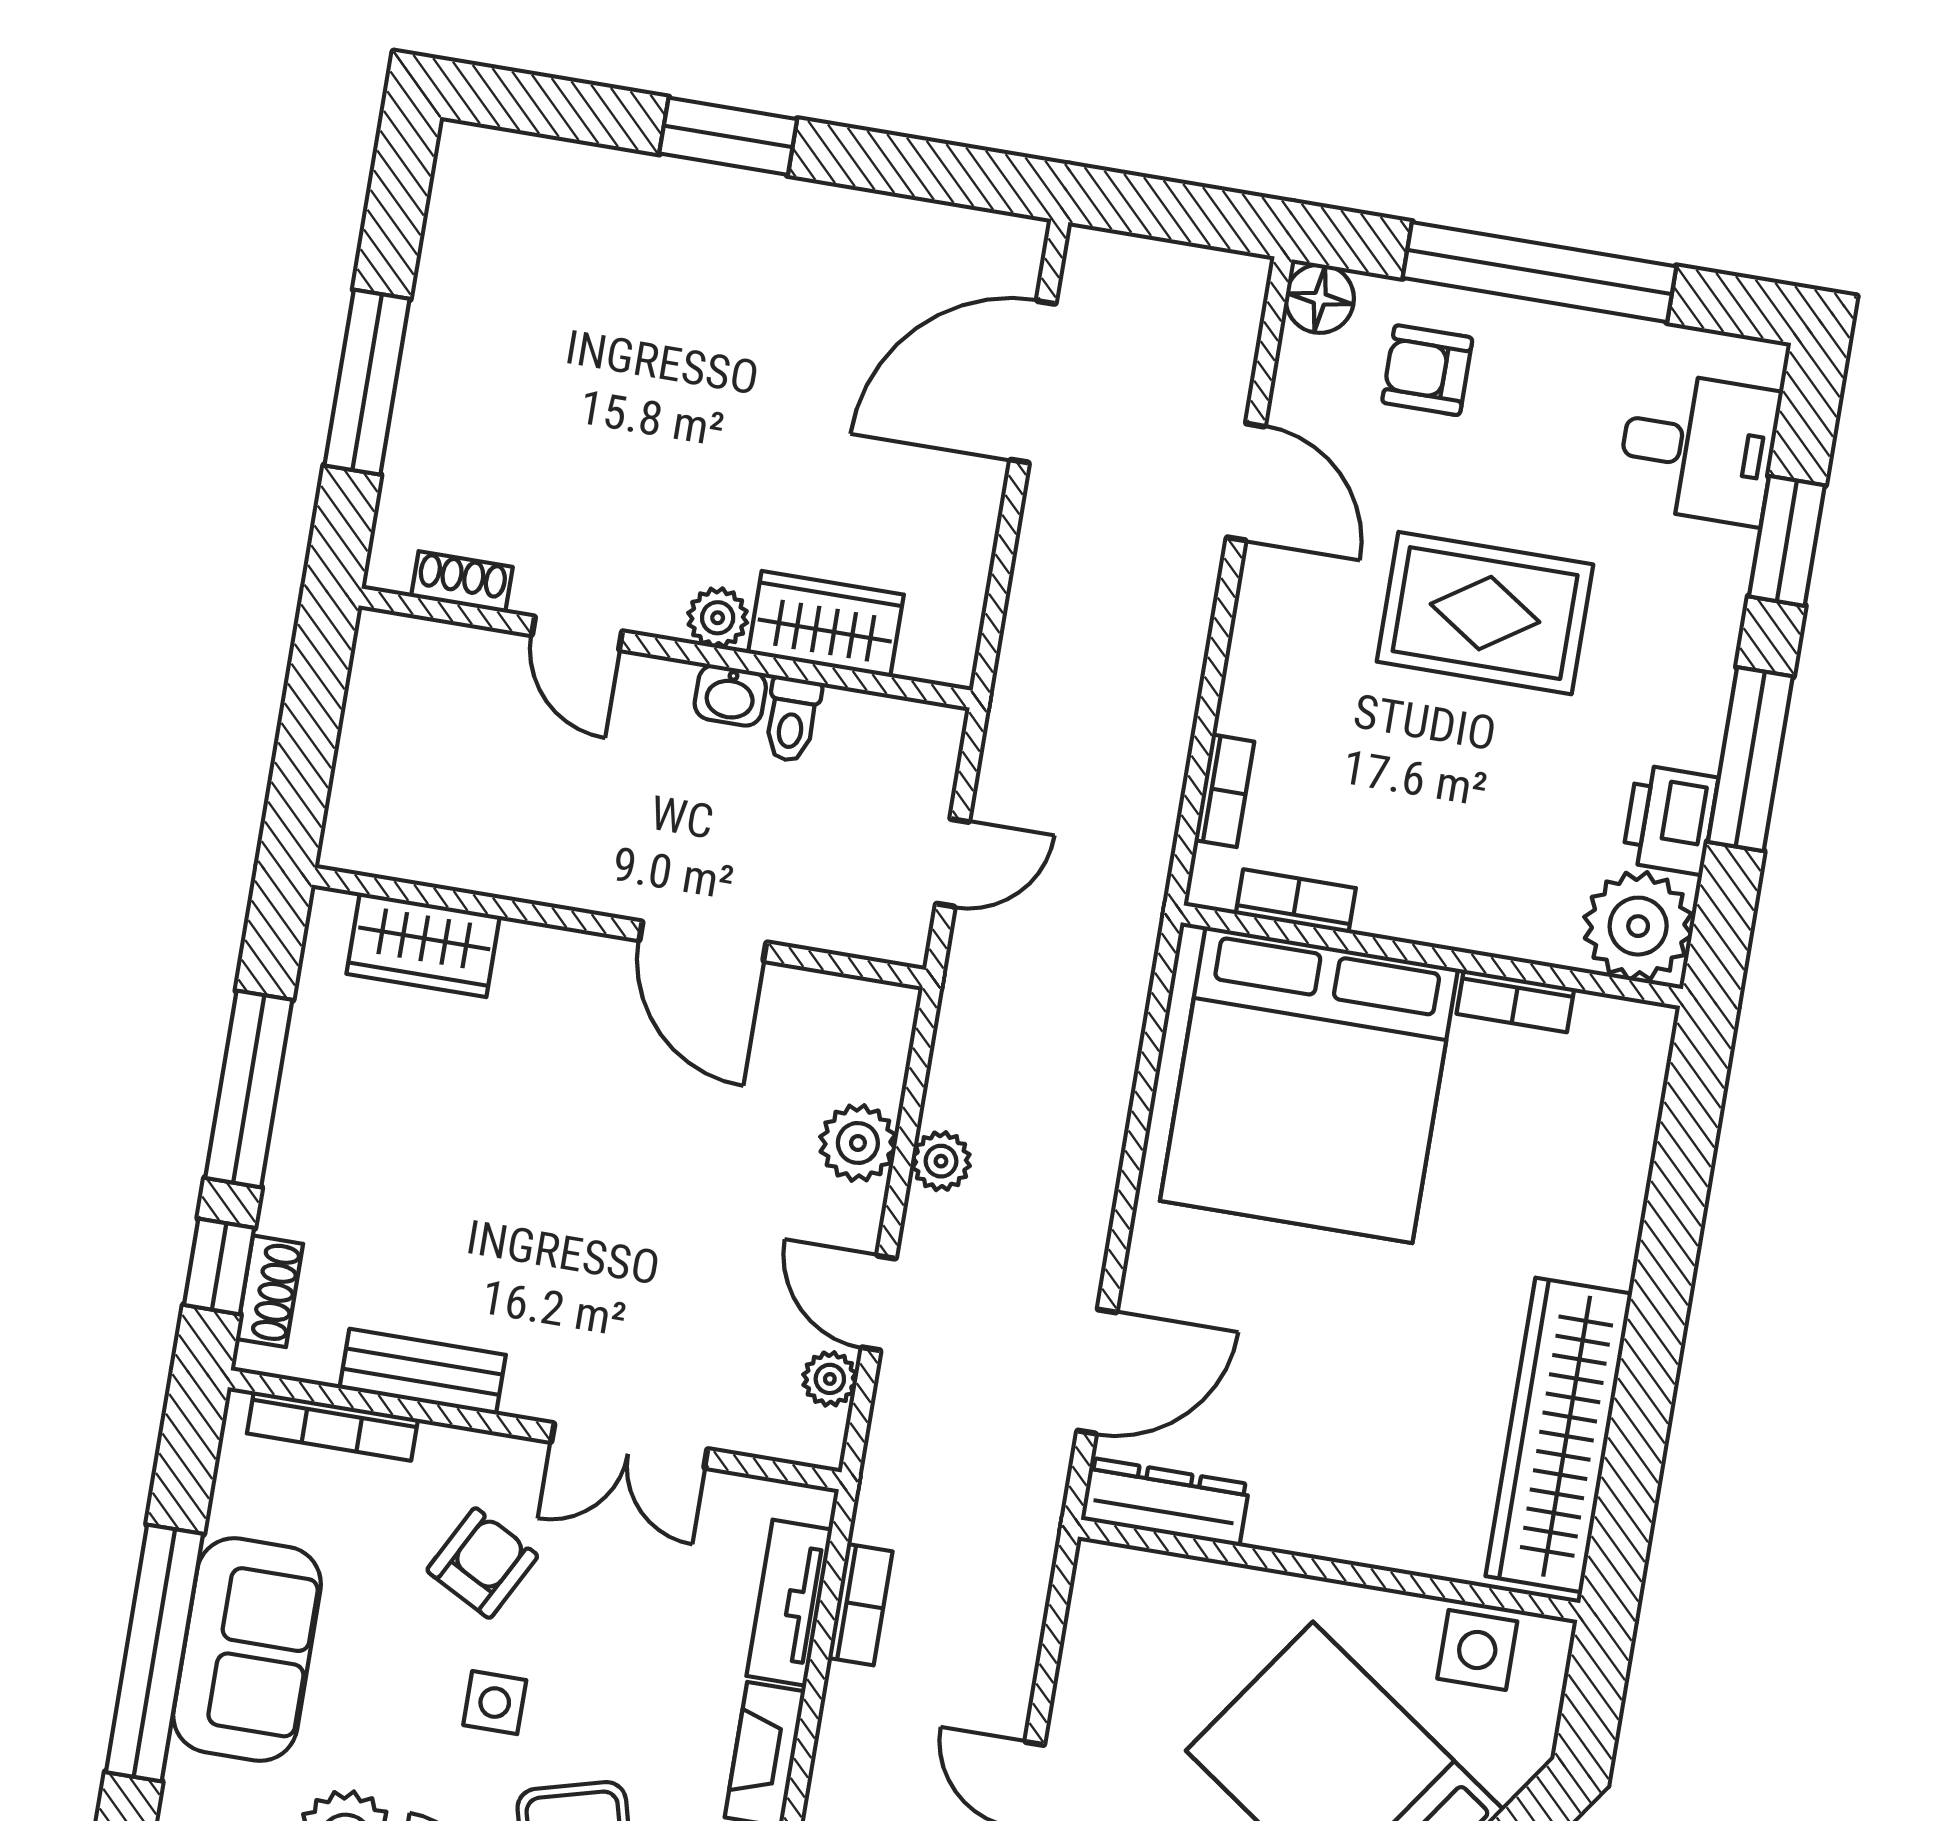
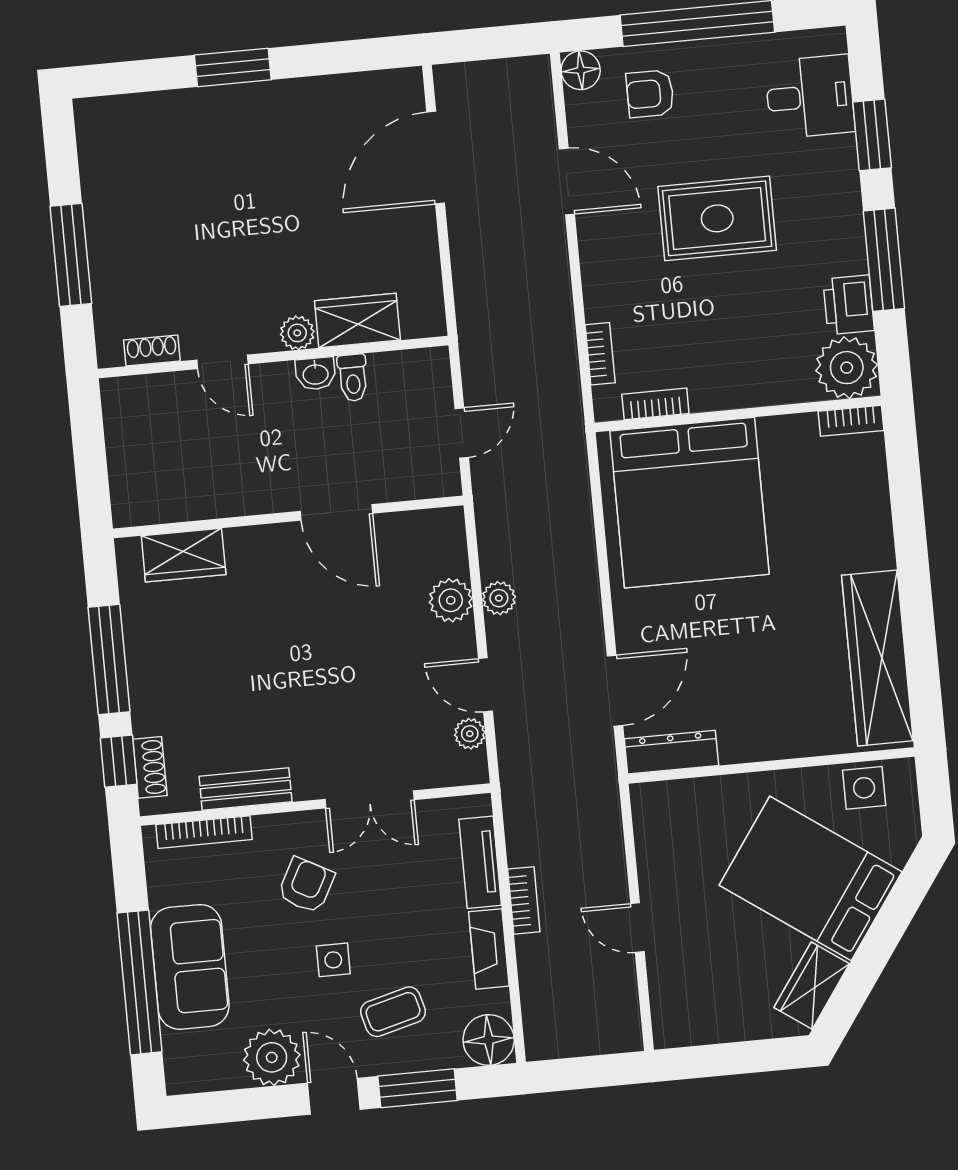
bookcase: (1515, 1001) -> (851, 421), moved
bookcase: (860, 1605) -> (524, 900), moved

